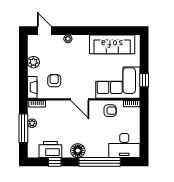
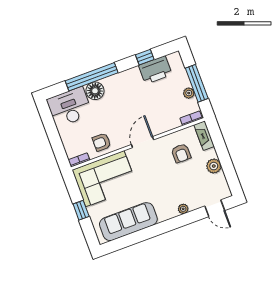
window: (144, 80) -> (81, 210), moved
door: (80, 99) -> (143, 142), hinge flipped
floor lamp: (78, 151) -> (95, 91), moved

